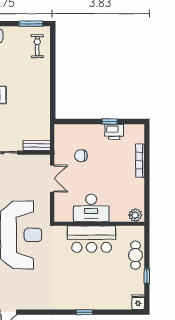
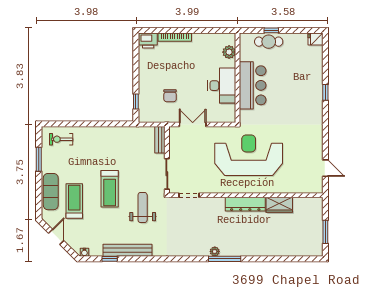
window: (31, 24) -> (39, 159), moved
window: (110, 121) -> (136, 101), moved
printer: (114, 132) -> (148, 41), moved, turned 90
plant: (135, 215) -> (229, 52), moved
window: (147, 276) -> (271, 30), moved

